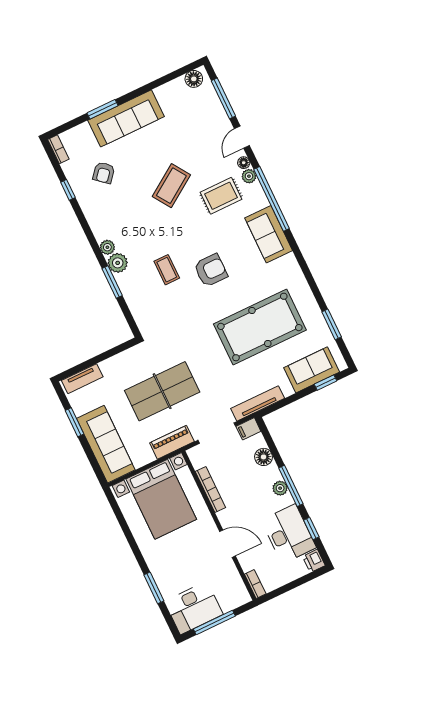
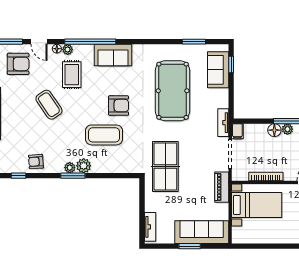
armchair: (203, 125) -> (18, 64), added
armchair: (104, 173) -> (36, 162), moved, turned 136
coffee table: (167, 270) -> (104, 135), width x1.86, depth x1.72
armchair: (211, 270) -> (119, 106), turned 90
window: (112, 282) -> (73, 176), moved
table tennis table: (162, 391) -> (165, 166), moved
tv unit: (258, 403) -> (223, 123), width x0.71
window: (75, 422) -> (190, 246), moved
floor lamp: (264, 457) -> (274, 130), moved
bed with nightstands: (161, 499) -> (257, 205), width x0.73

